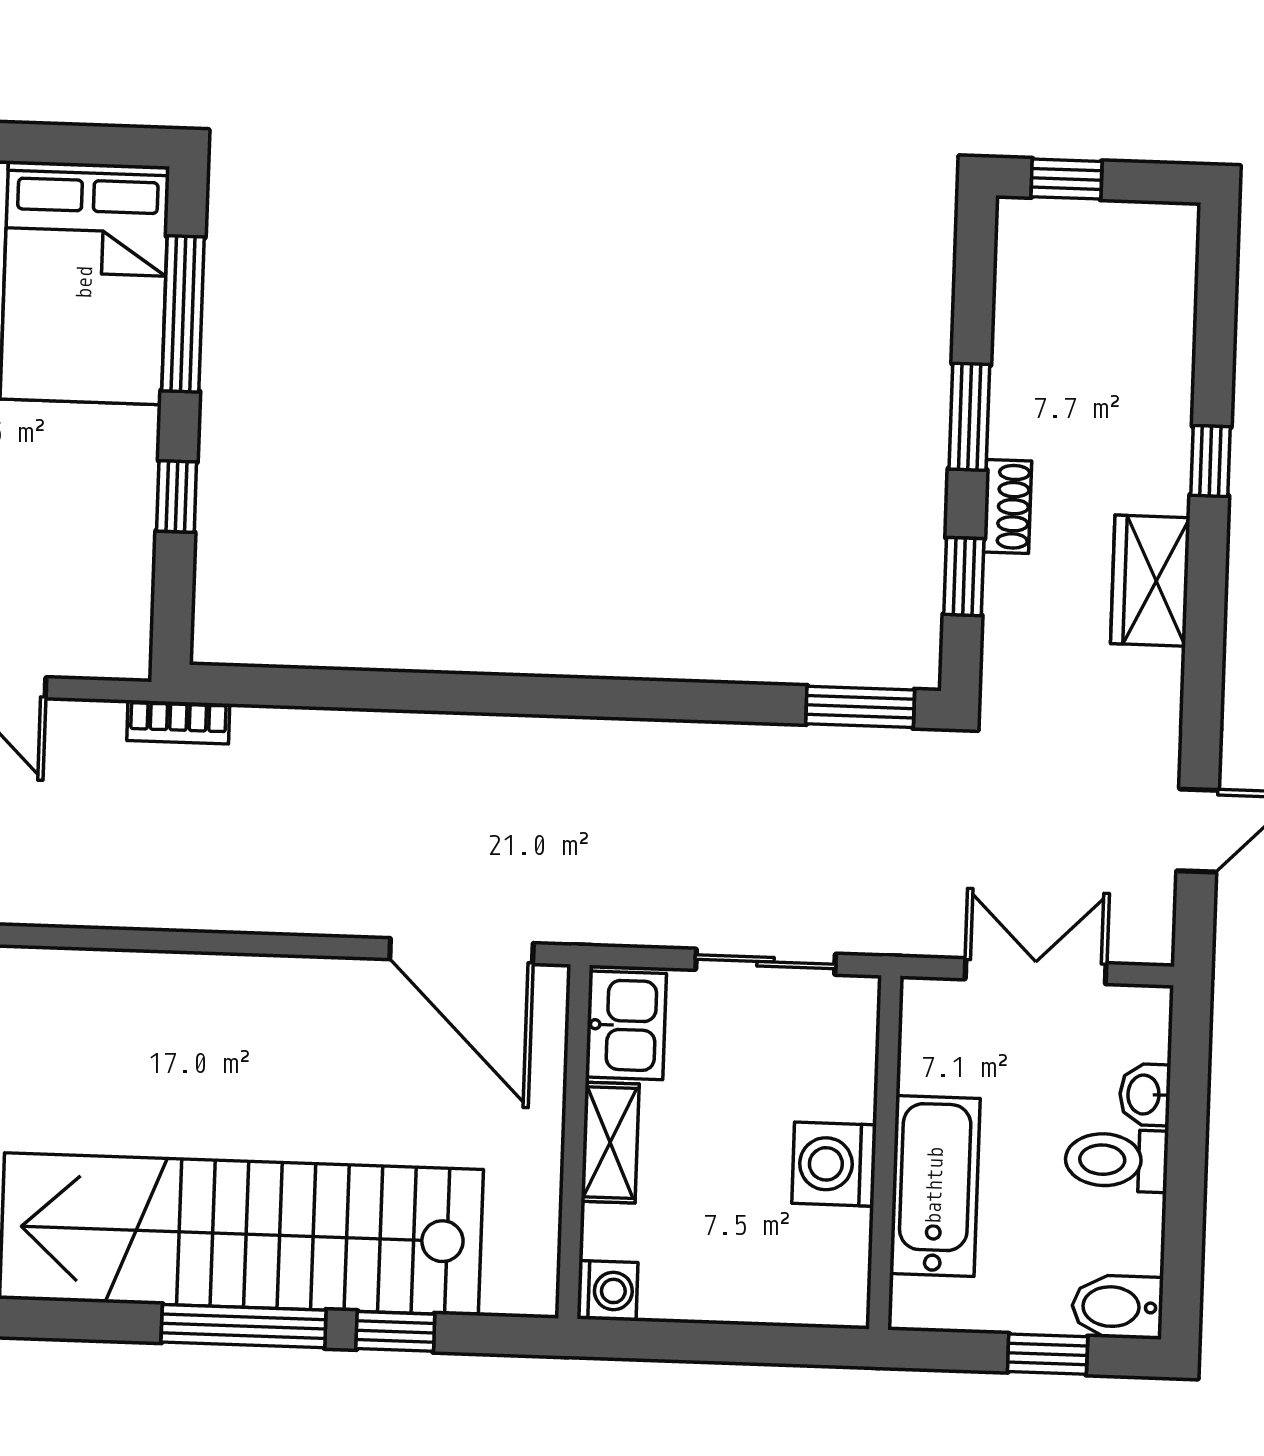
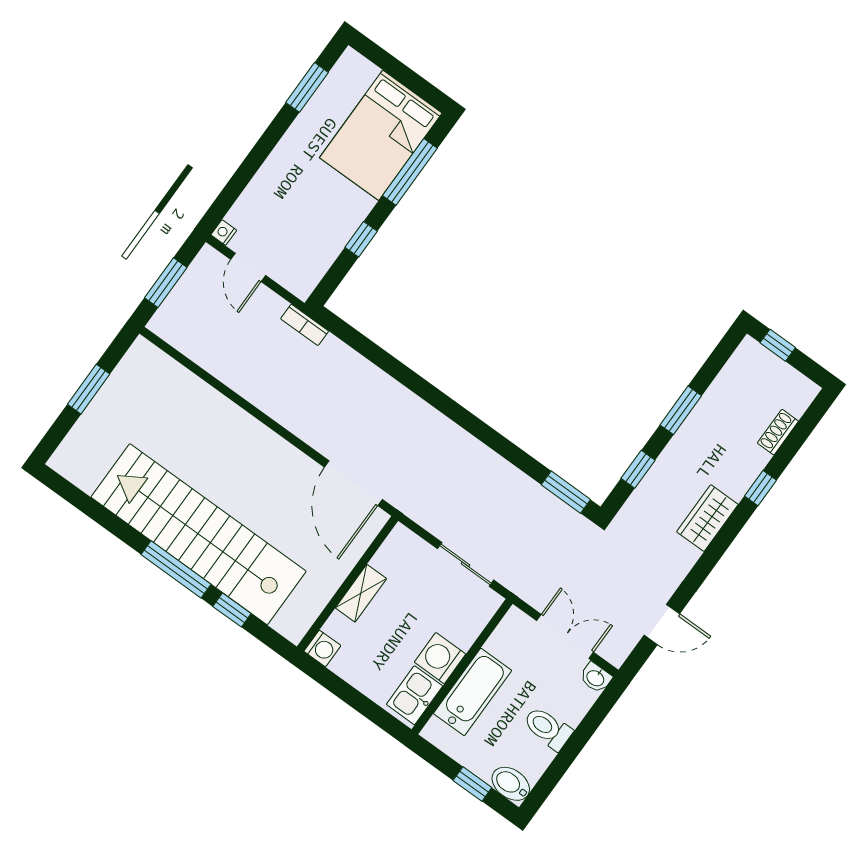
shoe rack: (1008, 507) -> (778, 432), moved, turned 180
kitchen sink: (626, 1025) -> (414, 695), moved, turned 180
washbasin: (1145, 1095) -> (596, 678), moved, turned -90

